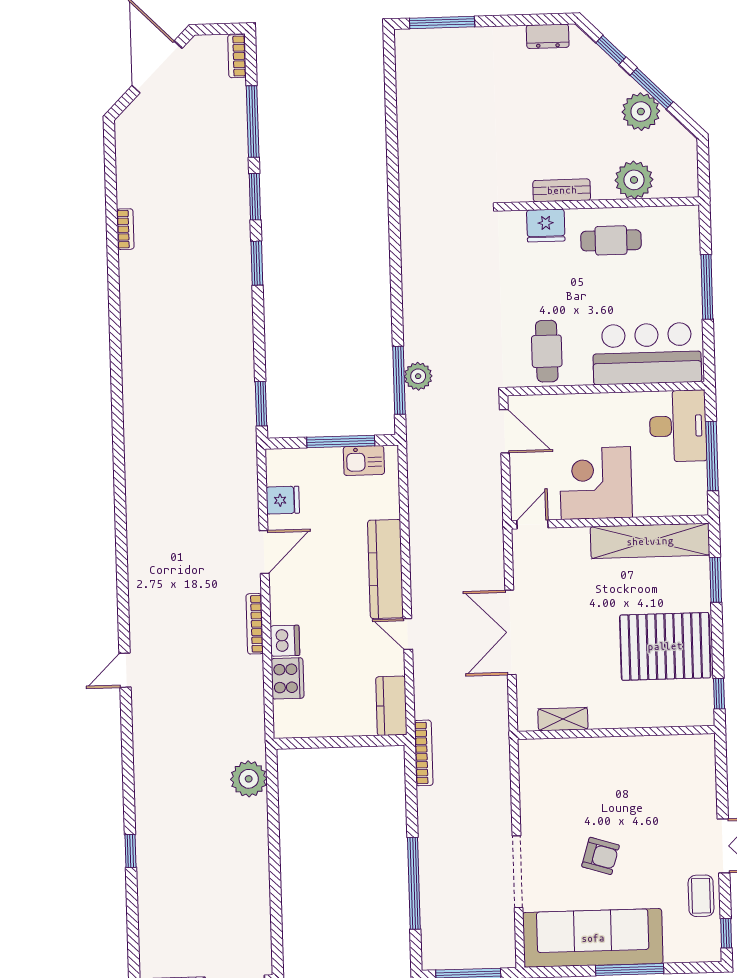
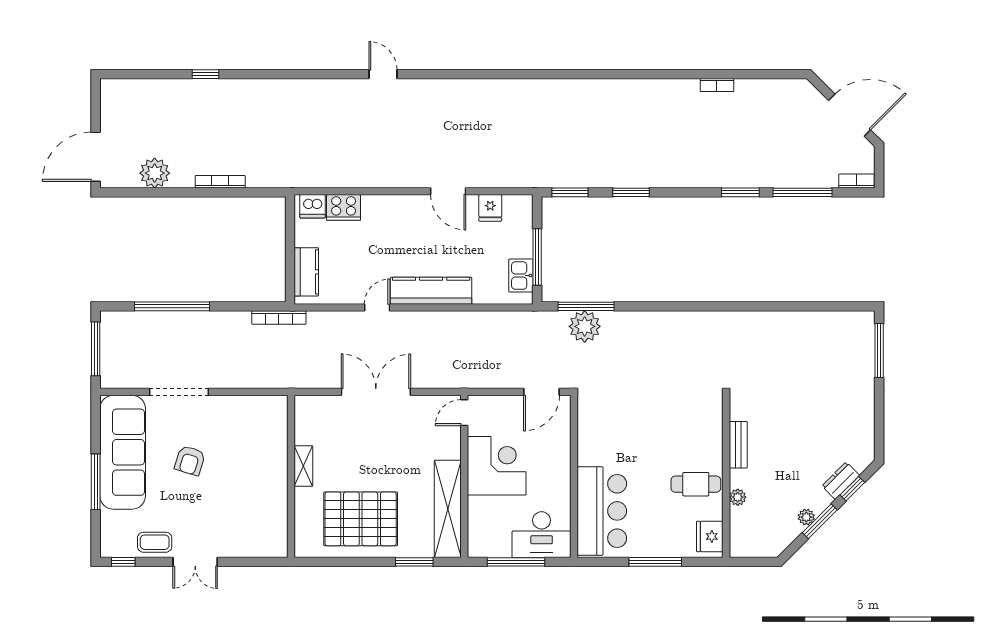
dresser: (548, 36) -> (841, 481), moved, turned 45
plant: (641, 112) -> (806, 517), width x0.53, depth x0.53
plant: (634, 180) -> (738, 497), width x0.53, depth x0.53
fridge: (546, 225) -> (710, 536), moved
cafe table: (611, 240) -> (696, 484), turned 90
window: (257, 263) -> (631, 192), moved
cafe table: (547, 351) -> (606, 429), removed
plant: (418, 376) -> (585, 326), width x1.36, depth x1.36
door: (532, 524) -> (464, 413), swing flipped
bookcase: (255, 624) -> (220, 182), moved
dishwasher: (285, 641) -> (312, 206), moved
pallet: (665, 646) -> (361, 519), turned 90
door: (125, 670) -> (383, 74), moved
window: (719, 694) -> (320, 562), removed
kitchen counter: (391, 706) -> (306, 272), moved, turned 90
shelving: (563, 719) -> (303, 466), moved
plant: (249, 779) -> (155, 173), moved

